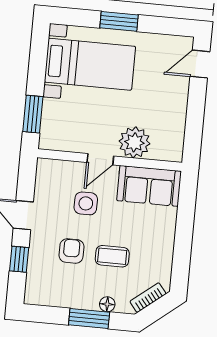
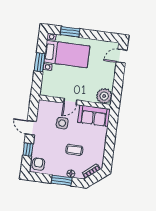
window: (119, 21) -> (70, 32), moved
window: (33, 114) -> (40, 62), moved
plant: (134, 142) -> (104, 96), moved
armchair: (71, 251) -> (38, 164), moved

